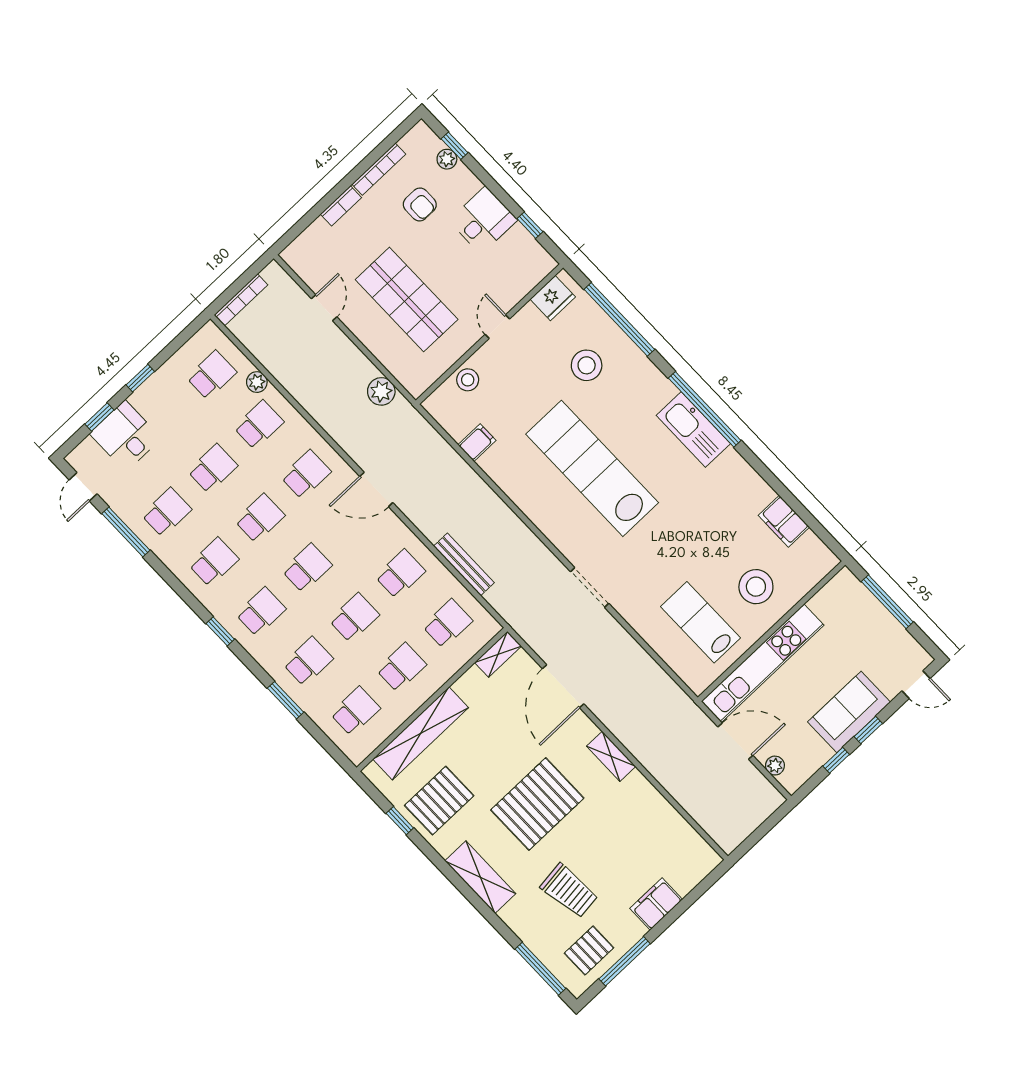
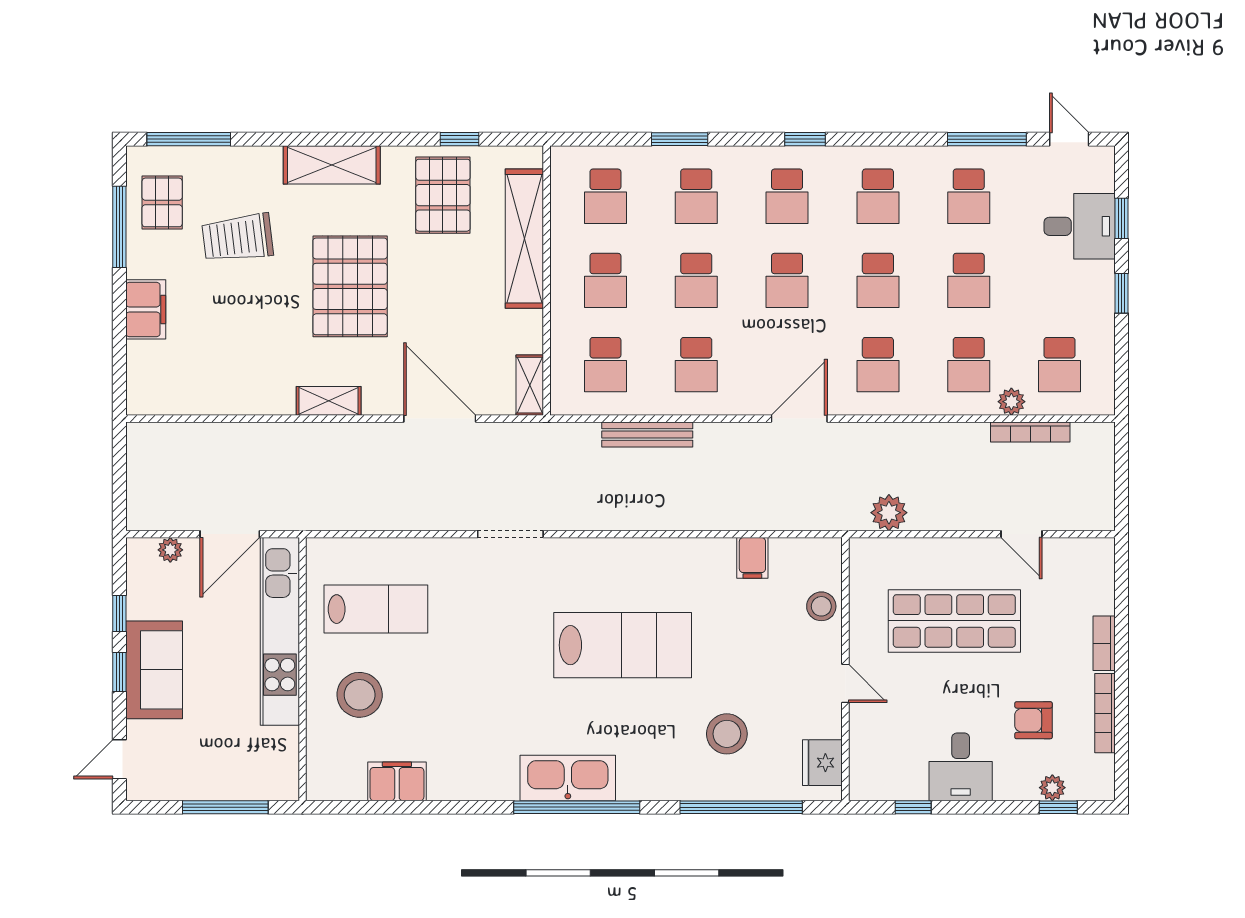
bookcase: (241, 300) -> (1030, 432), moved, turned -90
lab bench: (592, 468) -> (623, 645), width x0.73

